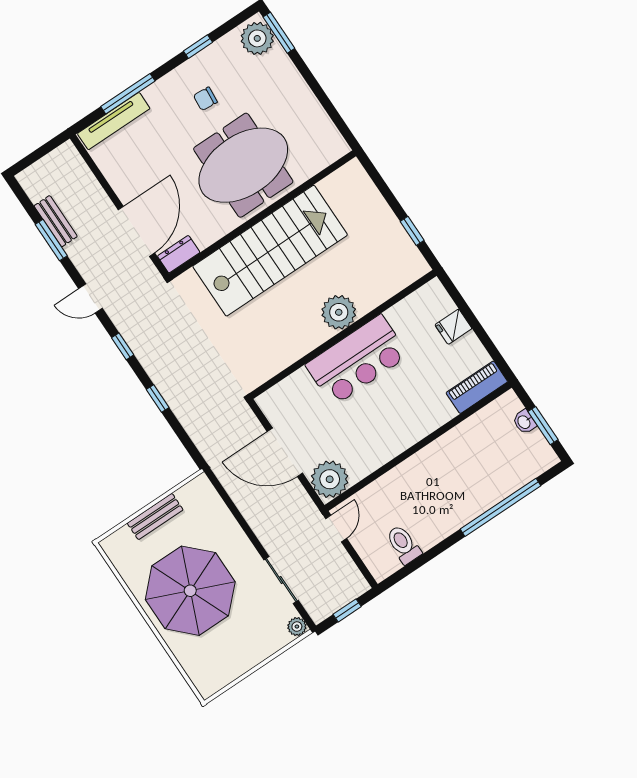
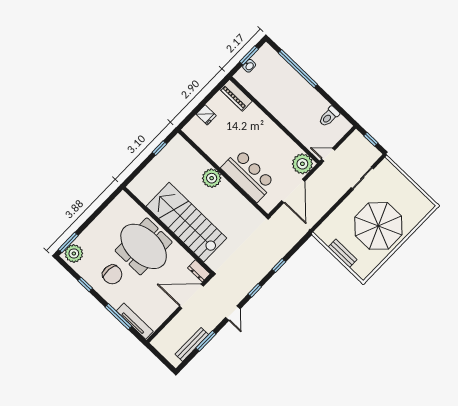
chair: (205, 99) -> (112, 274), width x1.87, depth x1.87
bench: (56, 221) -> (192, 344), width x1.36
bar counter: (357, 360) -> (248, 175), moved
plant: (297, 627) -> (385, 164), removed

